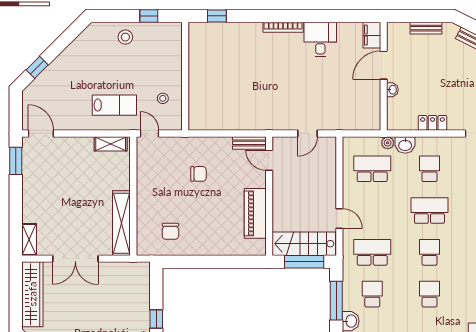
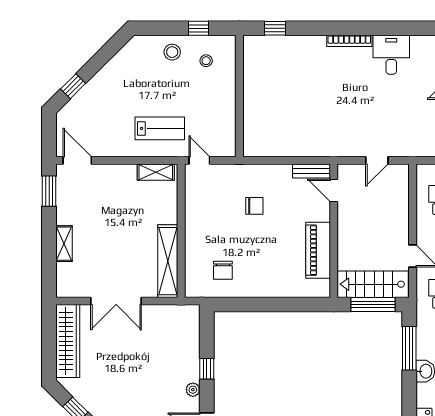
stool: (163, 98) -> (206, 61), moved
shelving: (29, 240) -> (64, 244), moved

